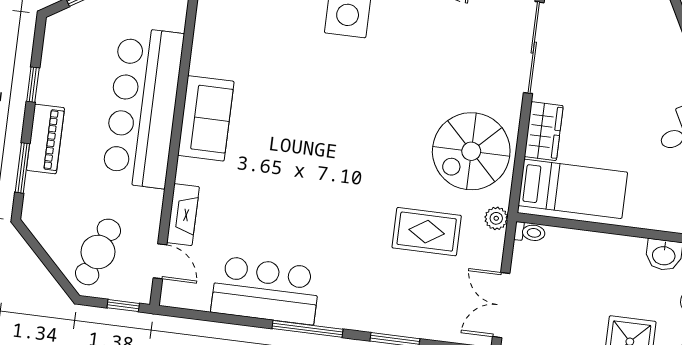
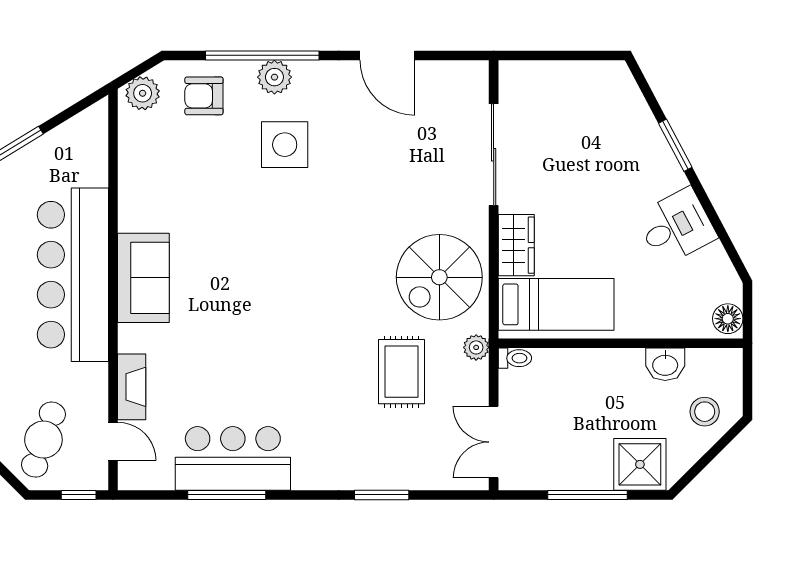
rug: (427, 232) -> (402, 372), turned 90
window: (308, 329) -> (227, 495), moved

